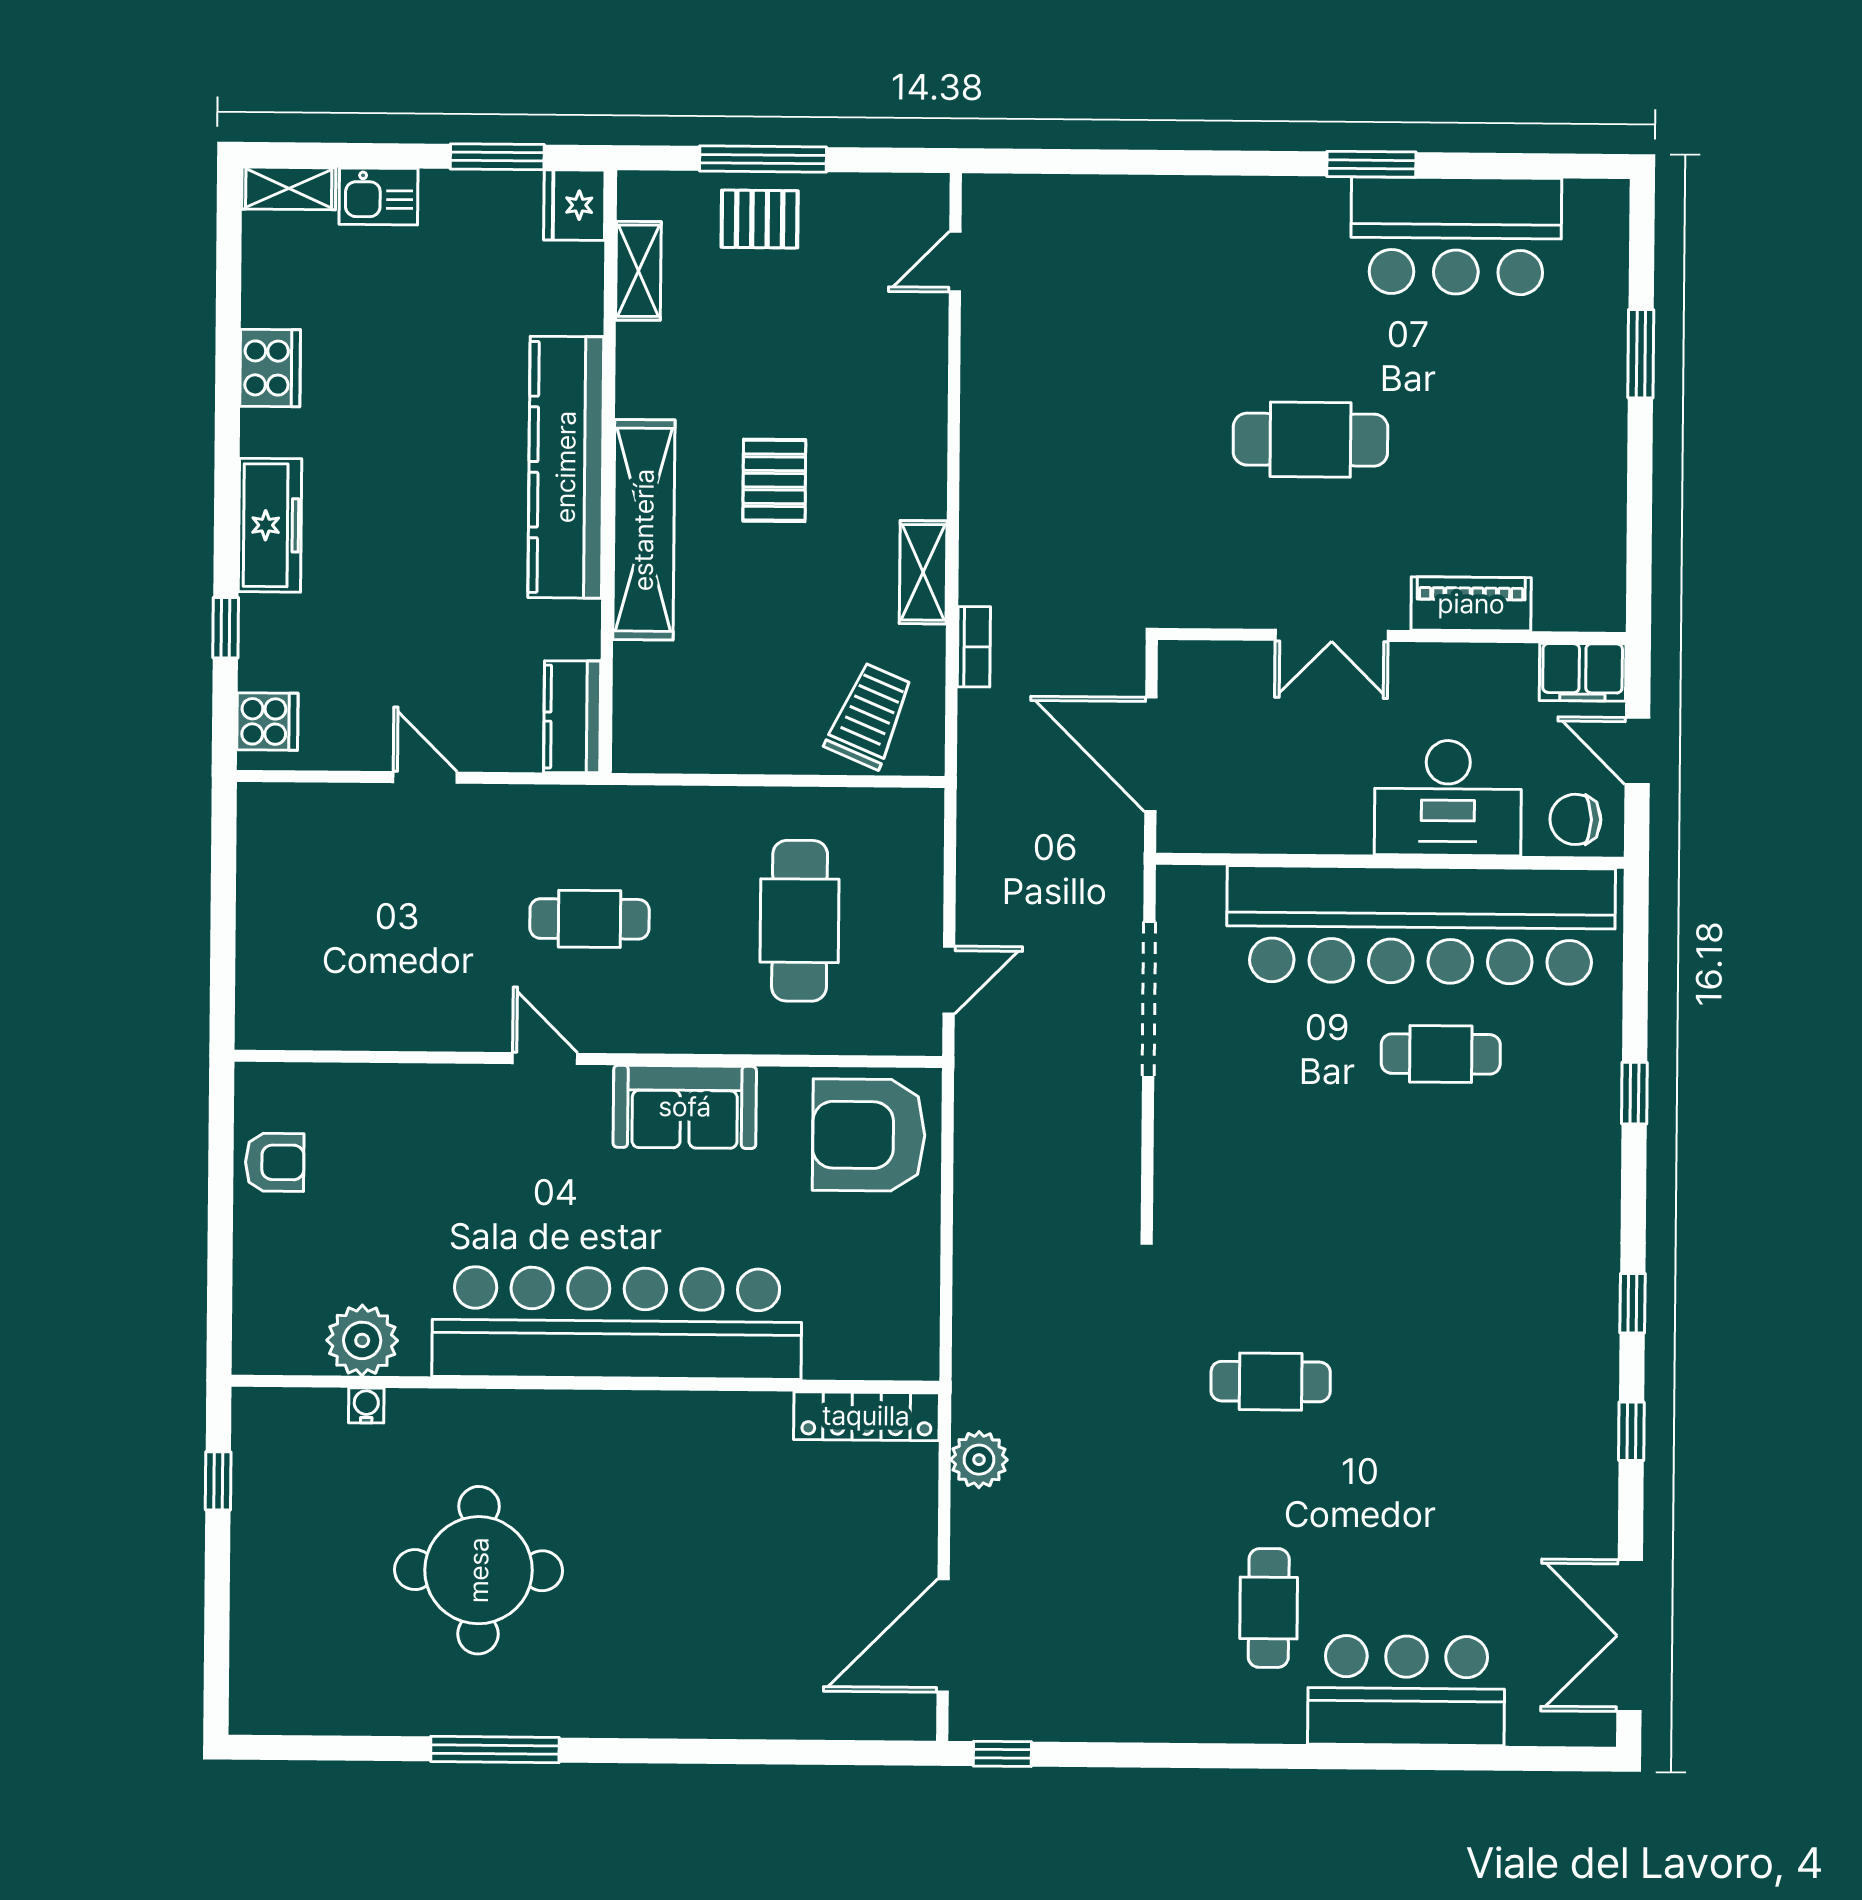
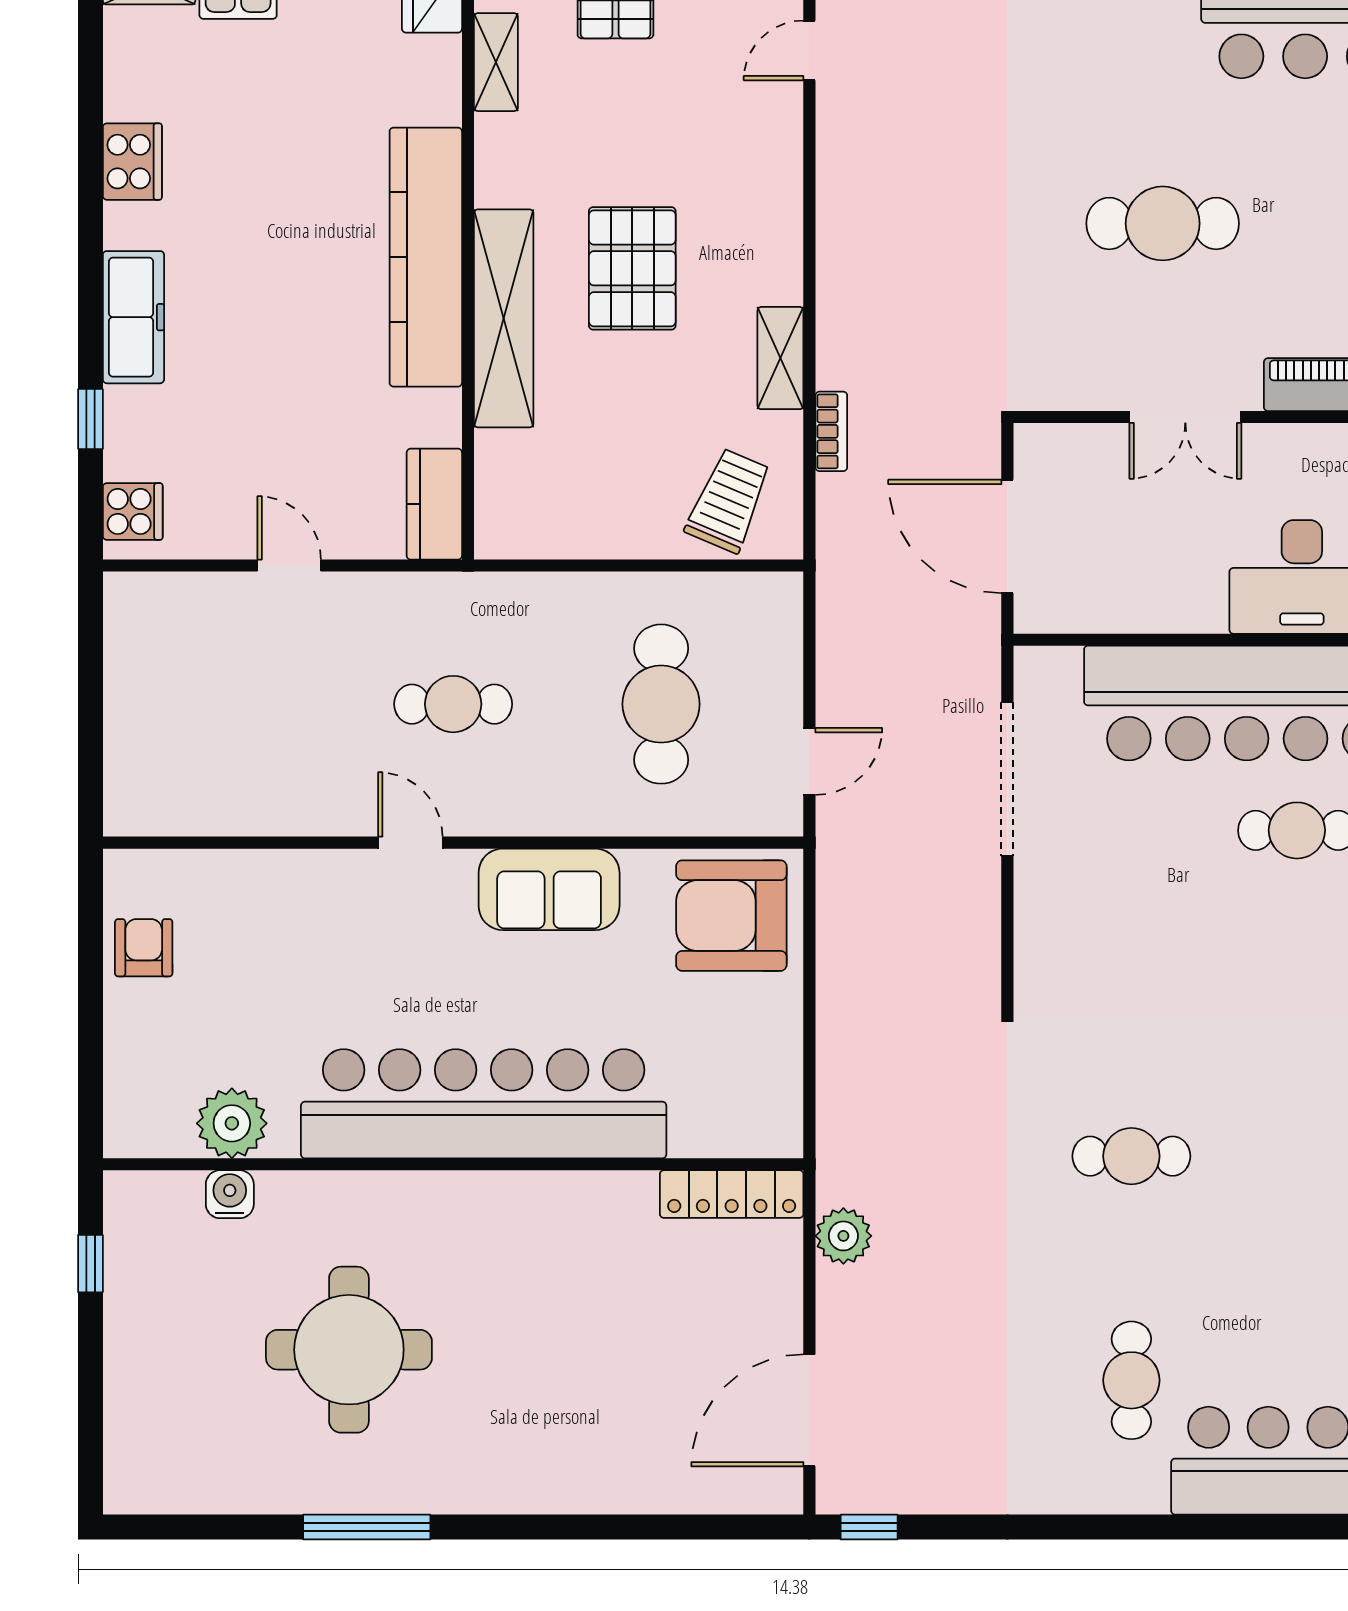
pallet: (774, 480) -> (632, 268), width x1.50, depth x1.42
armchair: (275, 1162) -> (144, 948), turned -90
water cooler: (366, 1405) -> (230, 1194), width x1.38, depth x1.38

